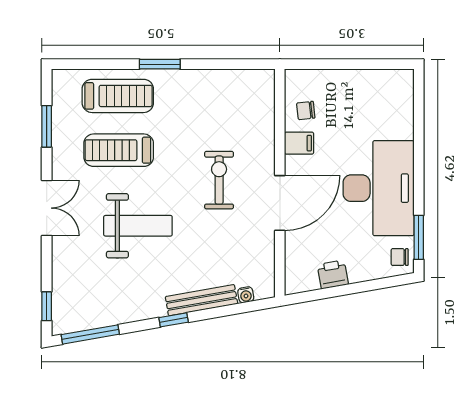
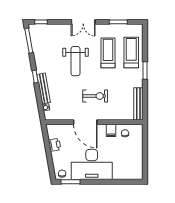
bench: (237, 79) -> (138, 104), added
treadmill: (118, 96) -> (131, 52), turned 180

